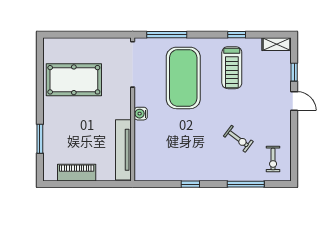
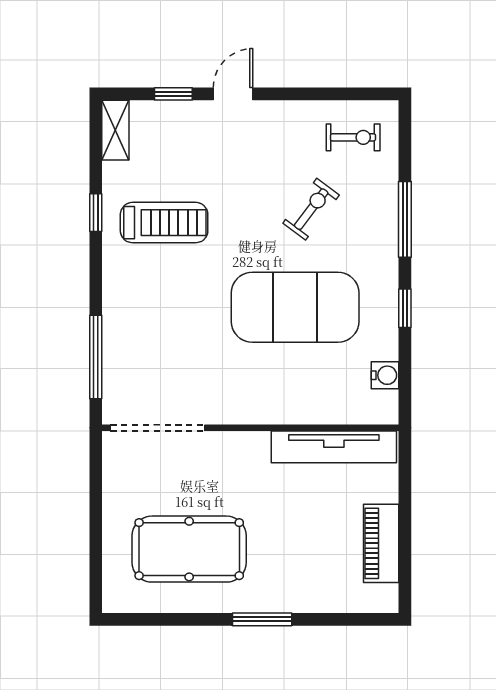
exercise mat: (183, 78) -> (295, 307), moved
pool table: (74, 80) -> (189, 549), turned 90
water cooler: (141, 114) -> (385, 375), moved, turned -90
window: (40, 139) -> (262, 619), moved
window: (246, 184) -> (405, 219), moved

